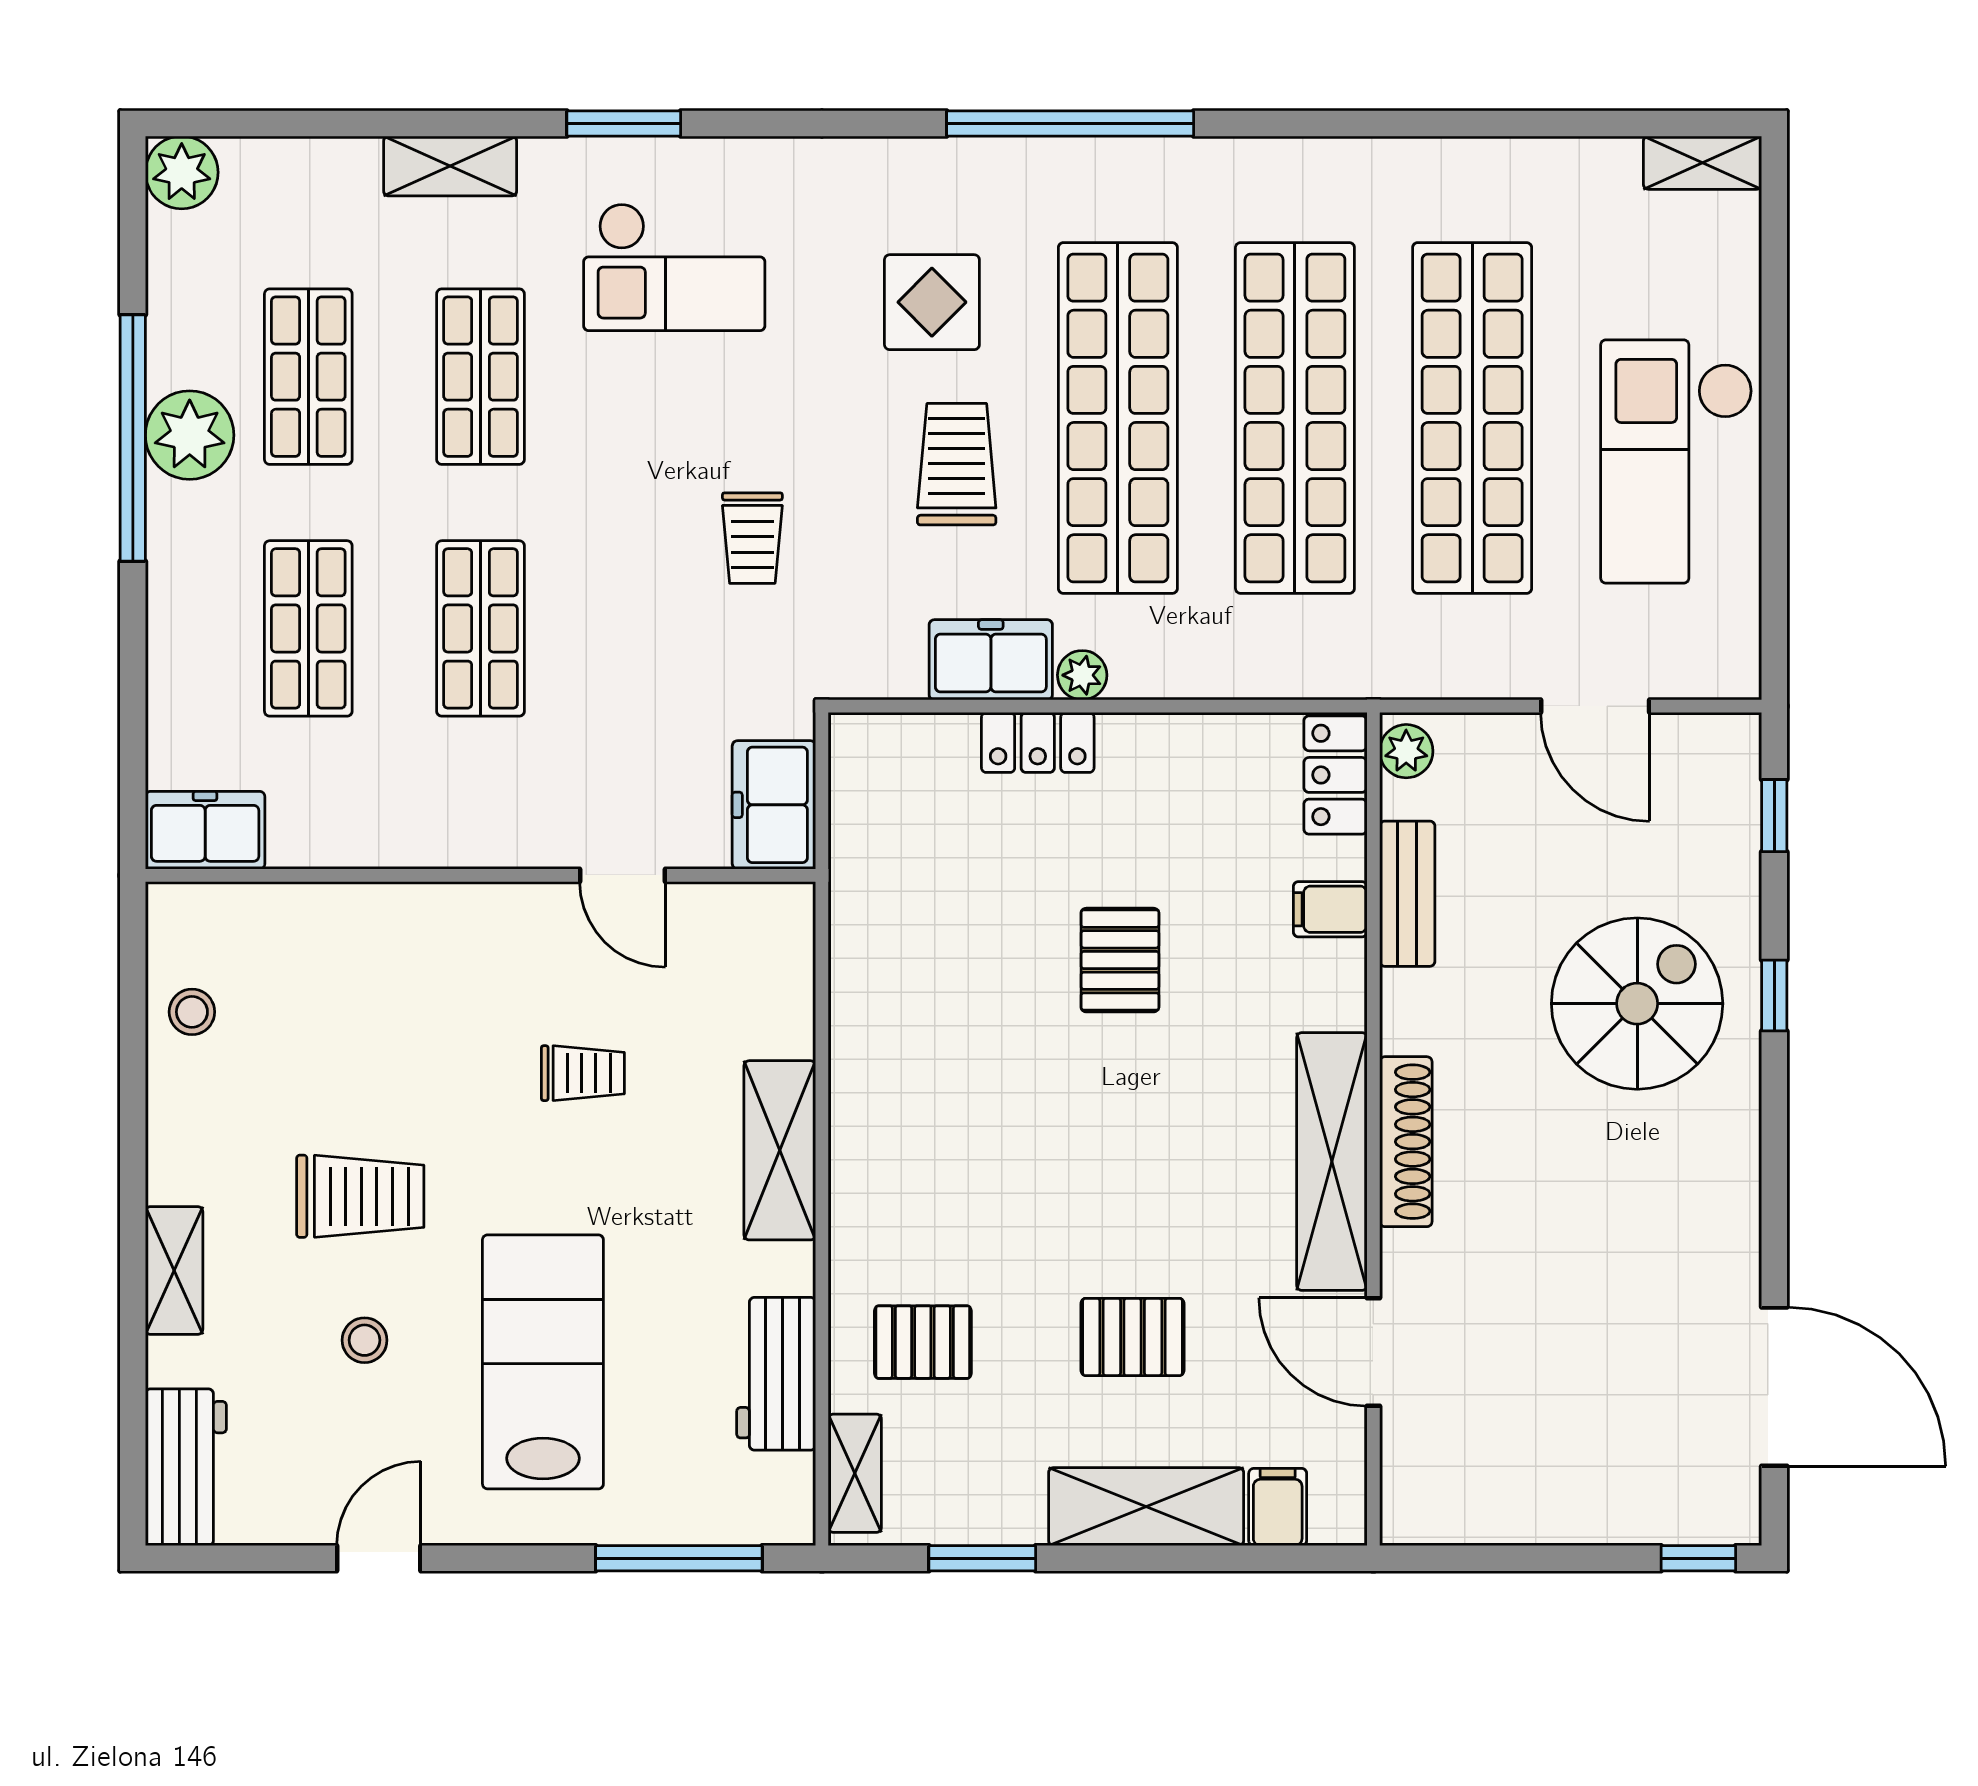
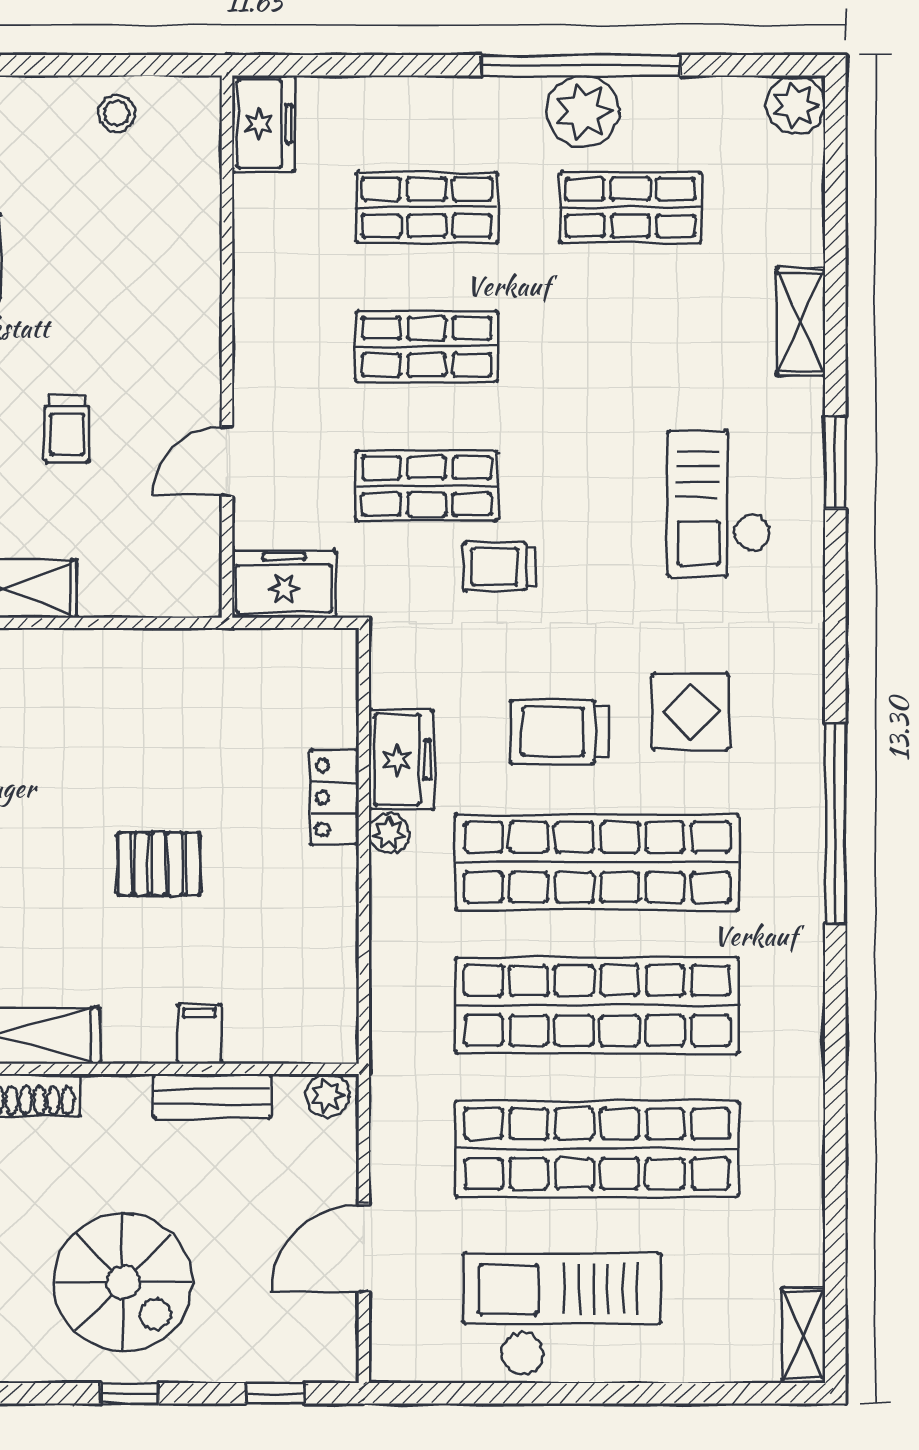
shop shelf: (480, 377) -> (427, 486), moved
trolley: (957, 464) -> (560, 732), turned 180
locker: (1335, 775) -> (308, 1038), removed

